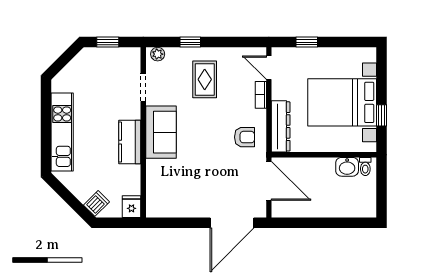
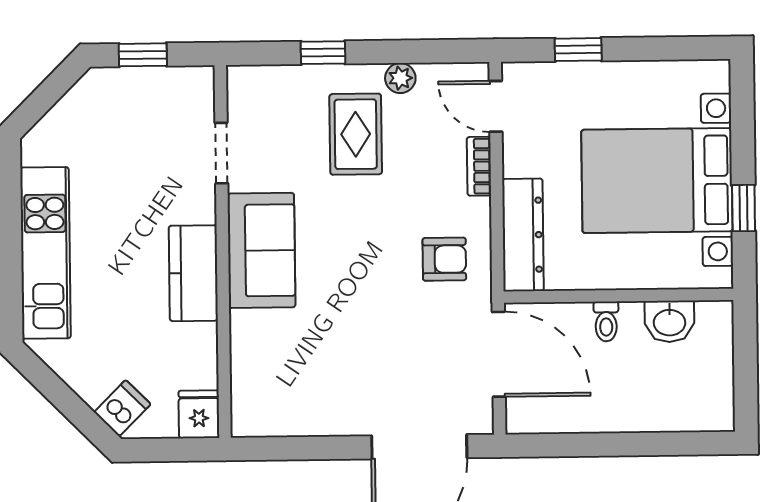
plant: (158, 54) -> (400, 78), moved
toilet: (365, 166) -> (606, 321), moved

